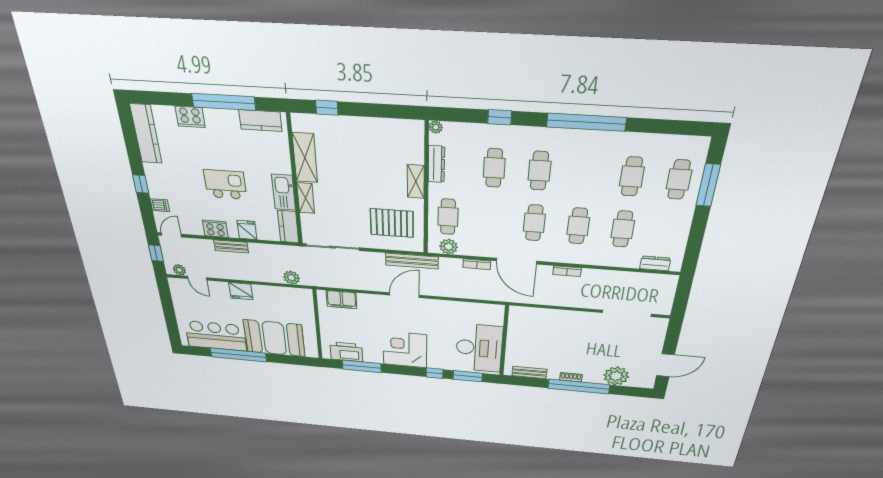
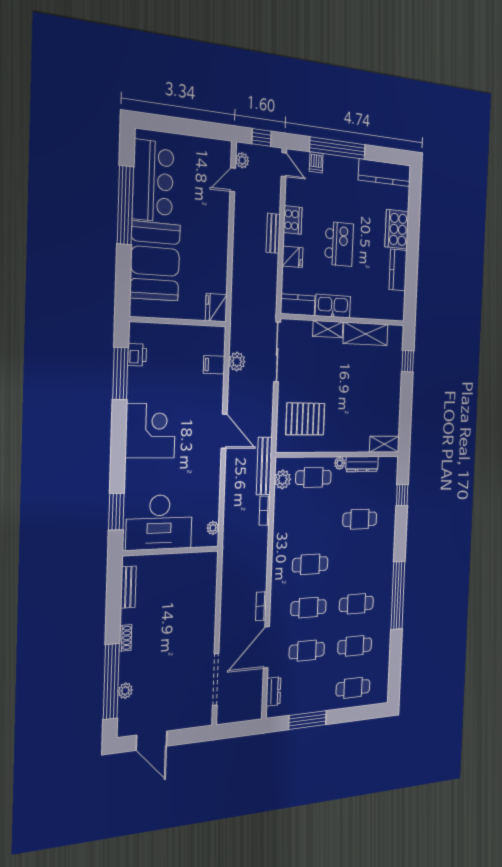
window: (224, 102) -> (412, 262), removed
cooker: (190, 117) -> (397, 229), width x1.37, depth x1.31
window: (500, 117) -> (402, 495), moved
kitchen counter: (260, 121) -> (398, 270), moved
plant: (436, 127) -> (340, 463), moved
cafe table: (539, 171) -> (356, 604), moved
shelving: (416, 181) -> (384, 444), moved
window: (141, 184) -> (337, 148), width x3.17
window: (708, 185) -> (308, 720), moved
pallet: (392, 223) -> (305, 419), turned 90
bench: (412, 261) -> (264, 466), moved
door: (516, 261) -> (266, 647), moved
plant: (291, 278) -> (237, 362), moved
fridge: (241, 291) -> (216, 308), moved
filing cabinet: (341, 300) -> (214, 365), width x0.50
plant: (488, 308) -> (213, 528), added
printer: (346, 352) -> (137, 355), width x0.53, depth x0.68
window: (435, 373) -> (118, 469), removed
plant: (616, 376) -> (125, 691), width x0.53, depth x0.53
window: (579, 386) -> (111, 682), moved

